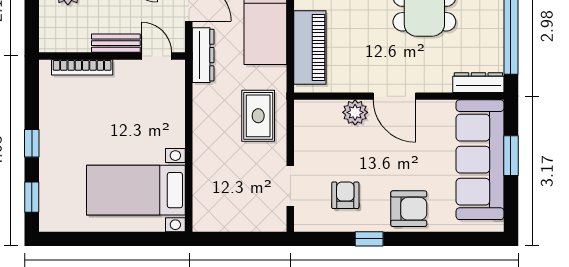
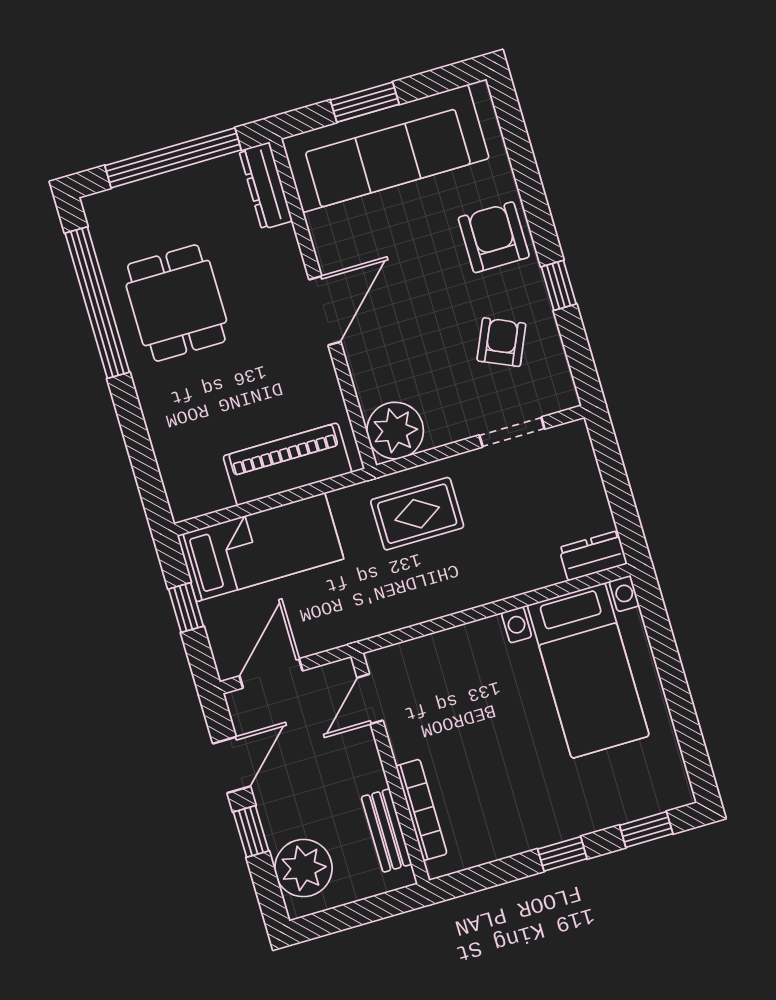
bench: (116, 43) -> (386, 830), moved
dresser: (203, 55) -> (593, 556), moved, width x0.70
plant: (355, 112) -> (395, 431), moved, width x1.36, depth x1.36
armchair: (345, 195) -> (501, 342), turned 114

